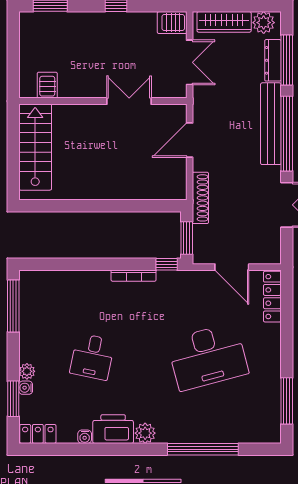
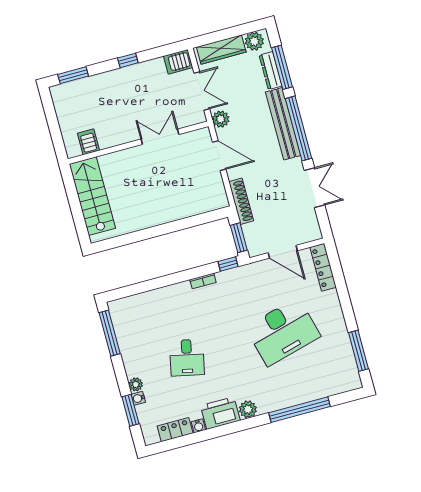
plant: (202, 100) -> (221, 119), added
door: (190, 140) -> (219, 156), swing flipped
bookcase: (134, 276) -> (203, 281), width x0.64
locker: (38, 434) -> (175, 430), moved

